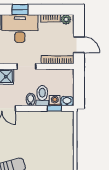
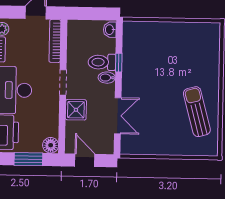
washing machine: (55, 101) -> (109, 46), removed
window: (54, 108) -> (119, 63), moved

